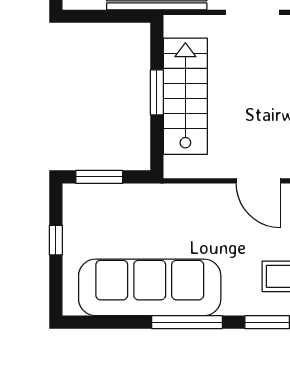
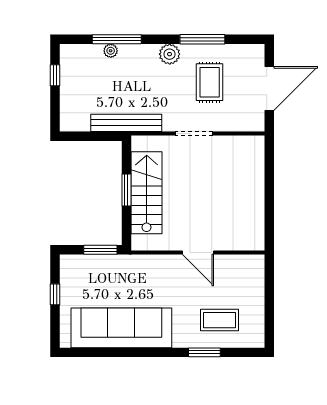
window: (99, 177) -> (100, 250), moved
window: (187, 322) -> (148, 352), removed

